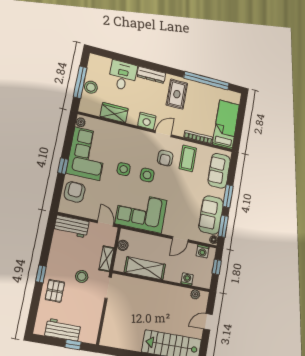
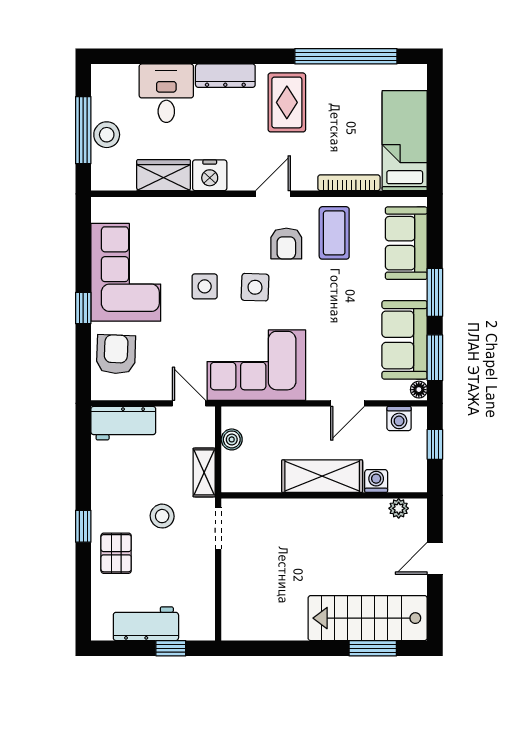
nightstand: (147, 121) -> (210, 175), moved
plant: (81, 122) -> (100, 212), removed
shelving: (145, 268) -> (322, 476), moved

